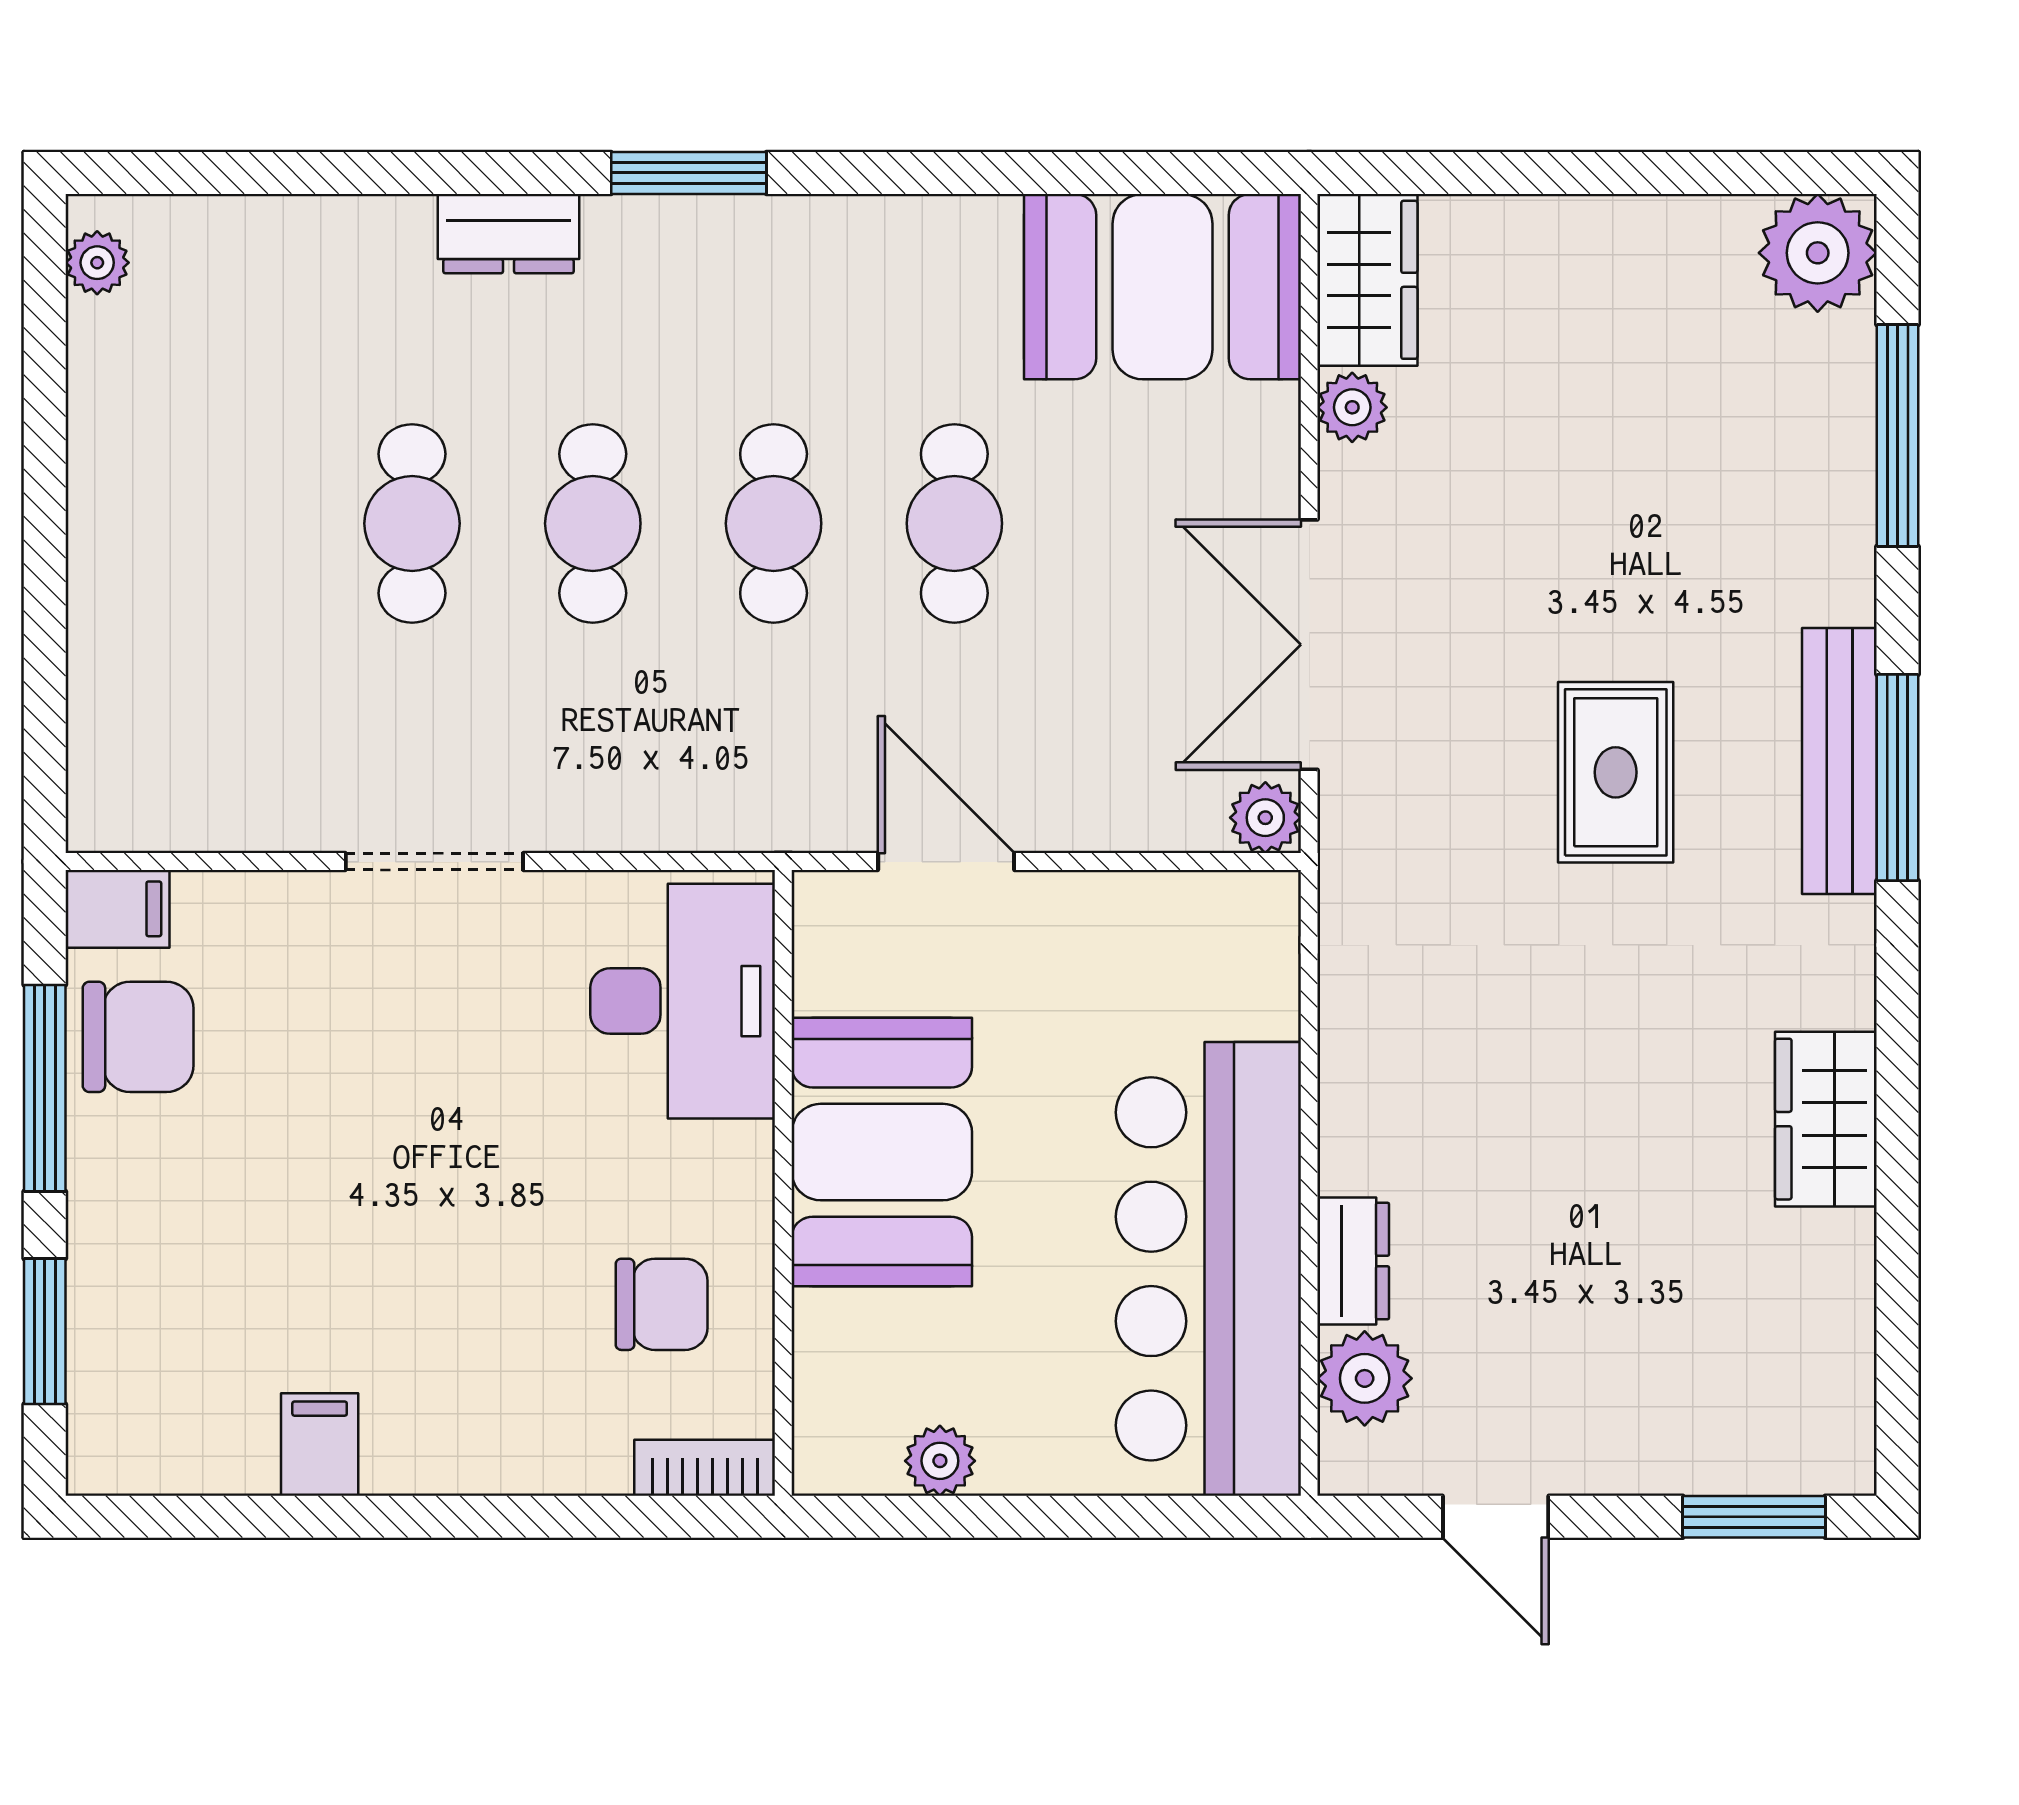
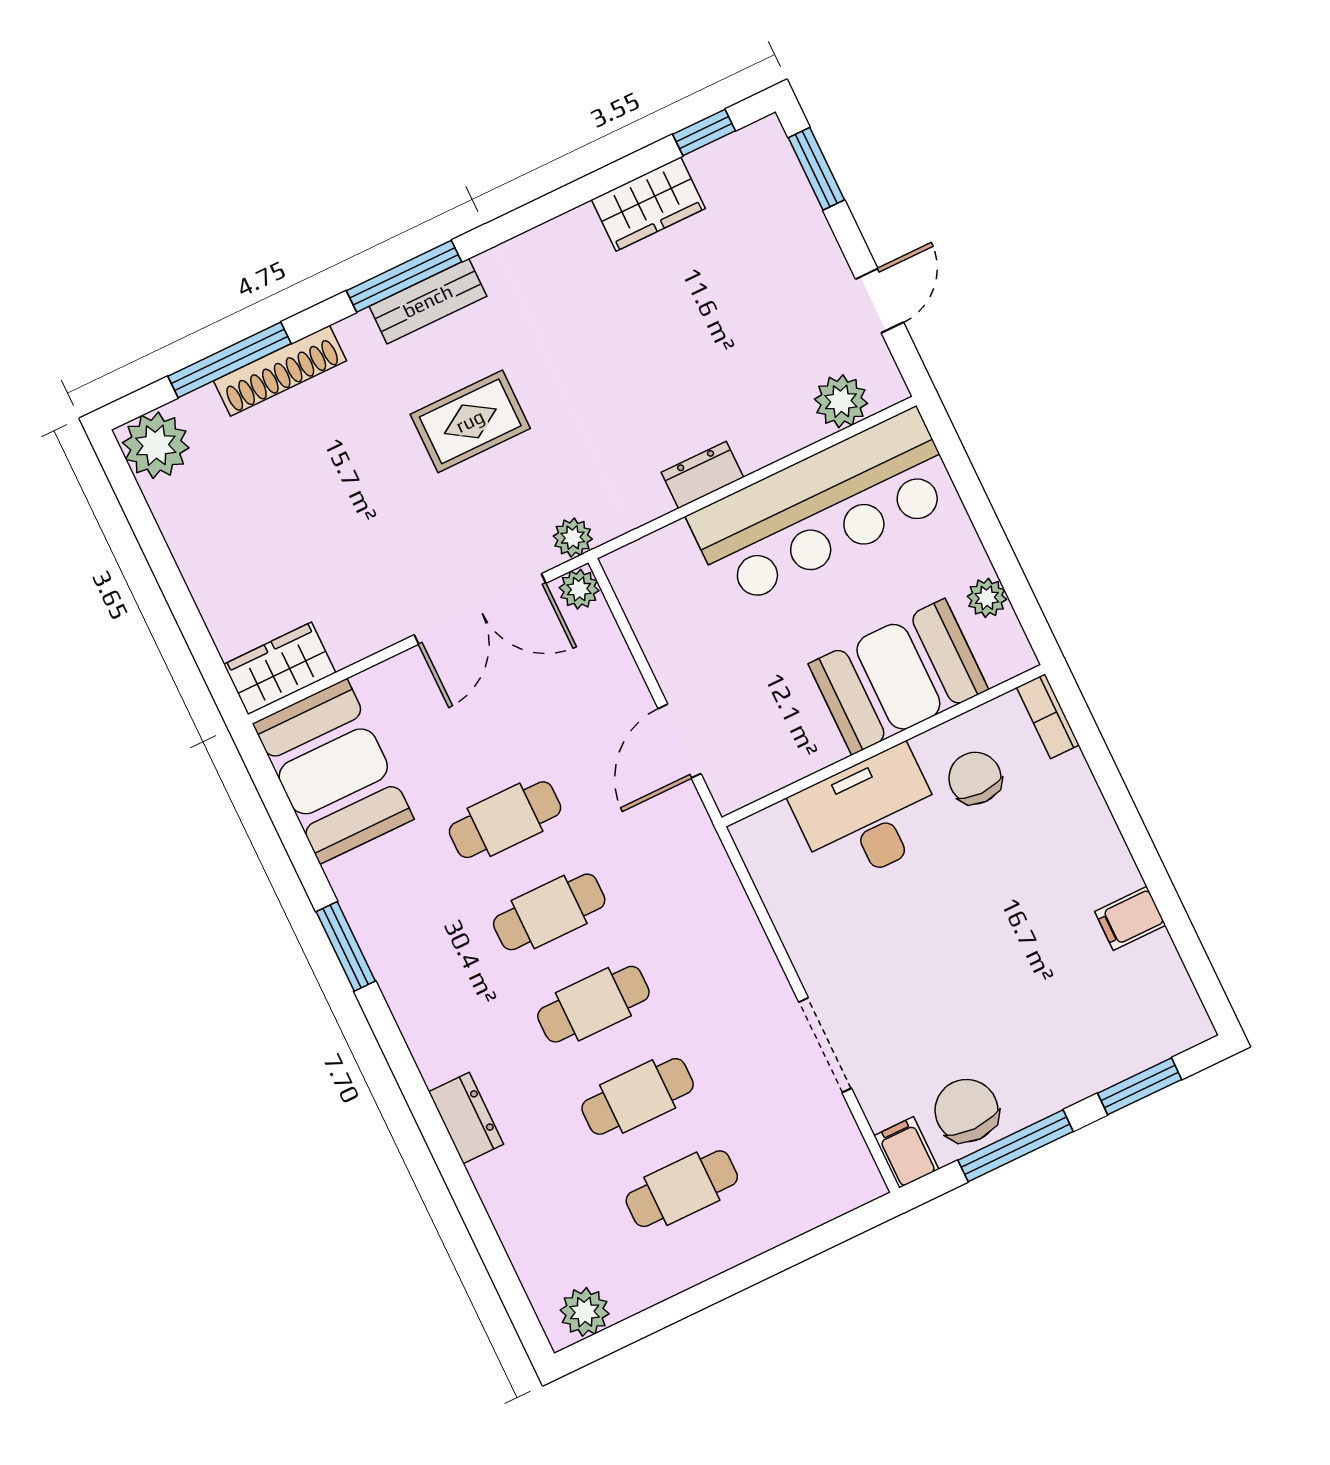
window: (689, 173) -> (346, 946), moved
plant: (97, 263) -> (585, 1312), width x1.38, depth x1.38
plant: (1352, 407) -> (573, 538), moved
shoe rack: (1842, 508) -> (280, 371), added
cafe table: (231, 523) -> (682, 1189), added
bench: (1839, 761) -> (428, 301), width x0.73
doorway: (434, 862) -> (825, 1045), moved
desk: (683, 1001) -> (869, 816), moved
wardrobe: (1826, 1119) -> (648, 204), moved
booth: (882, 1152) -> (898, 677), moved
dresser: (1353, 1261) -> (702, 475), moved
window: (1898, 1365) -> (704, 132), added

